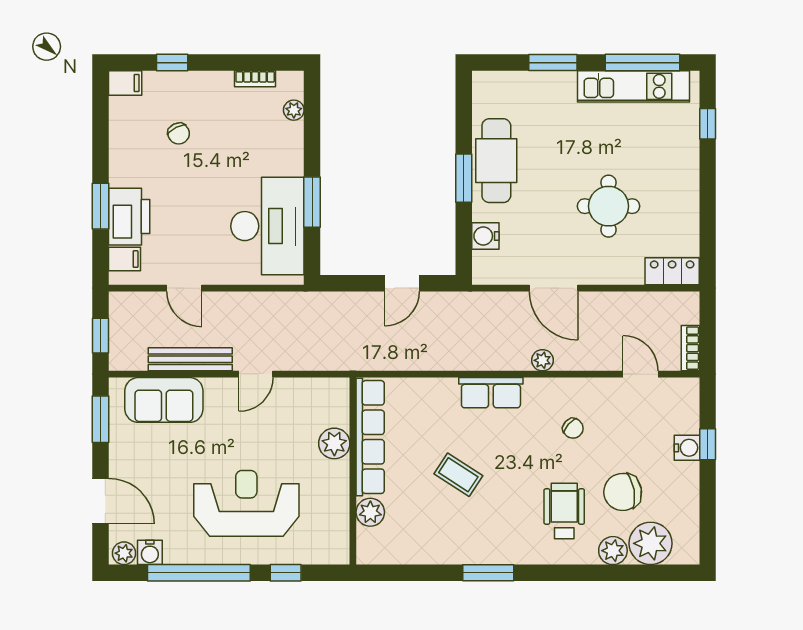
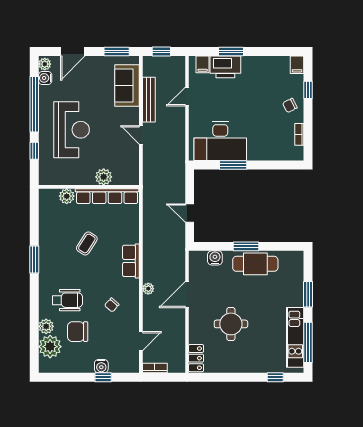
plant: (294, 110) -> (282, 155), removed
chair: (179, 134) -> (290, 105), moved
chair: (623, 492) -> (78, 332), turned -80

